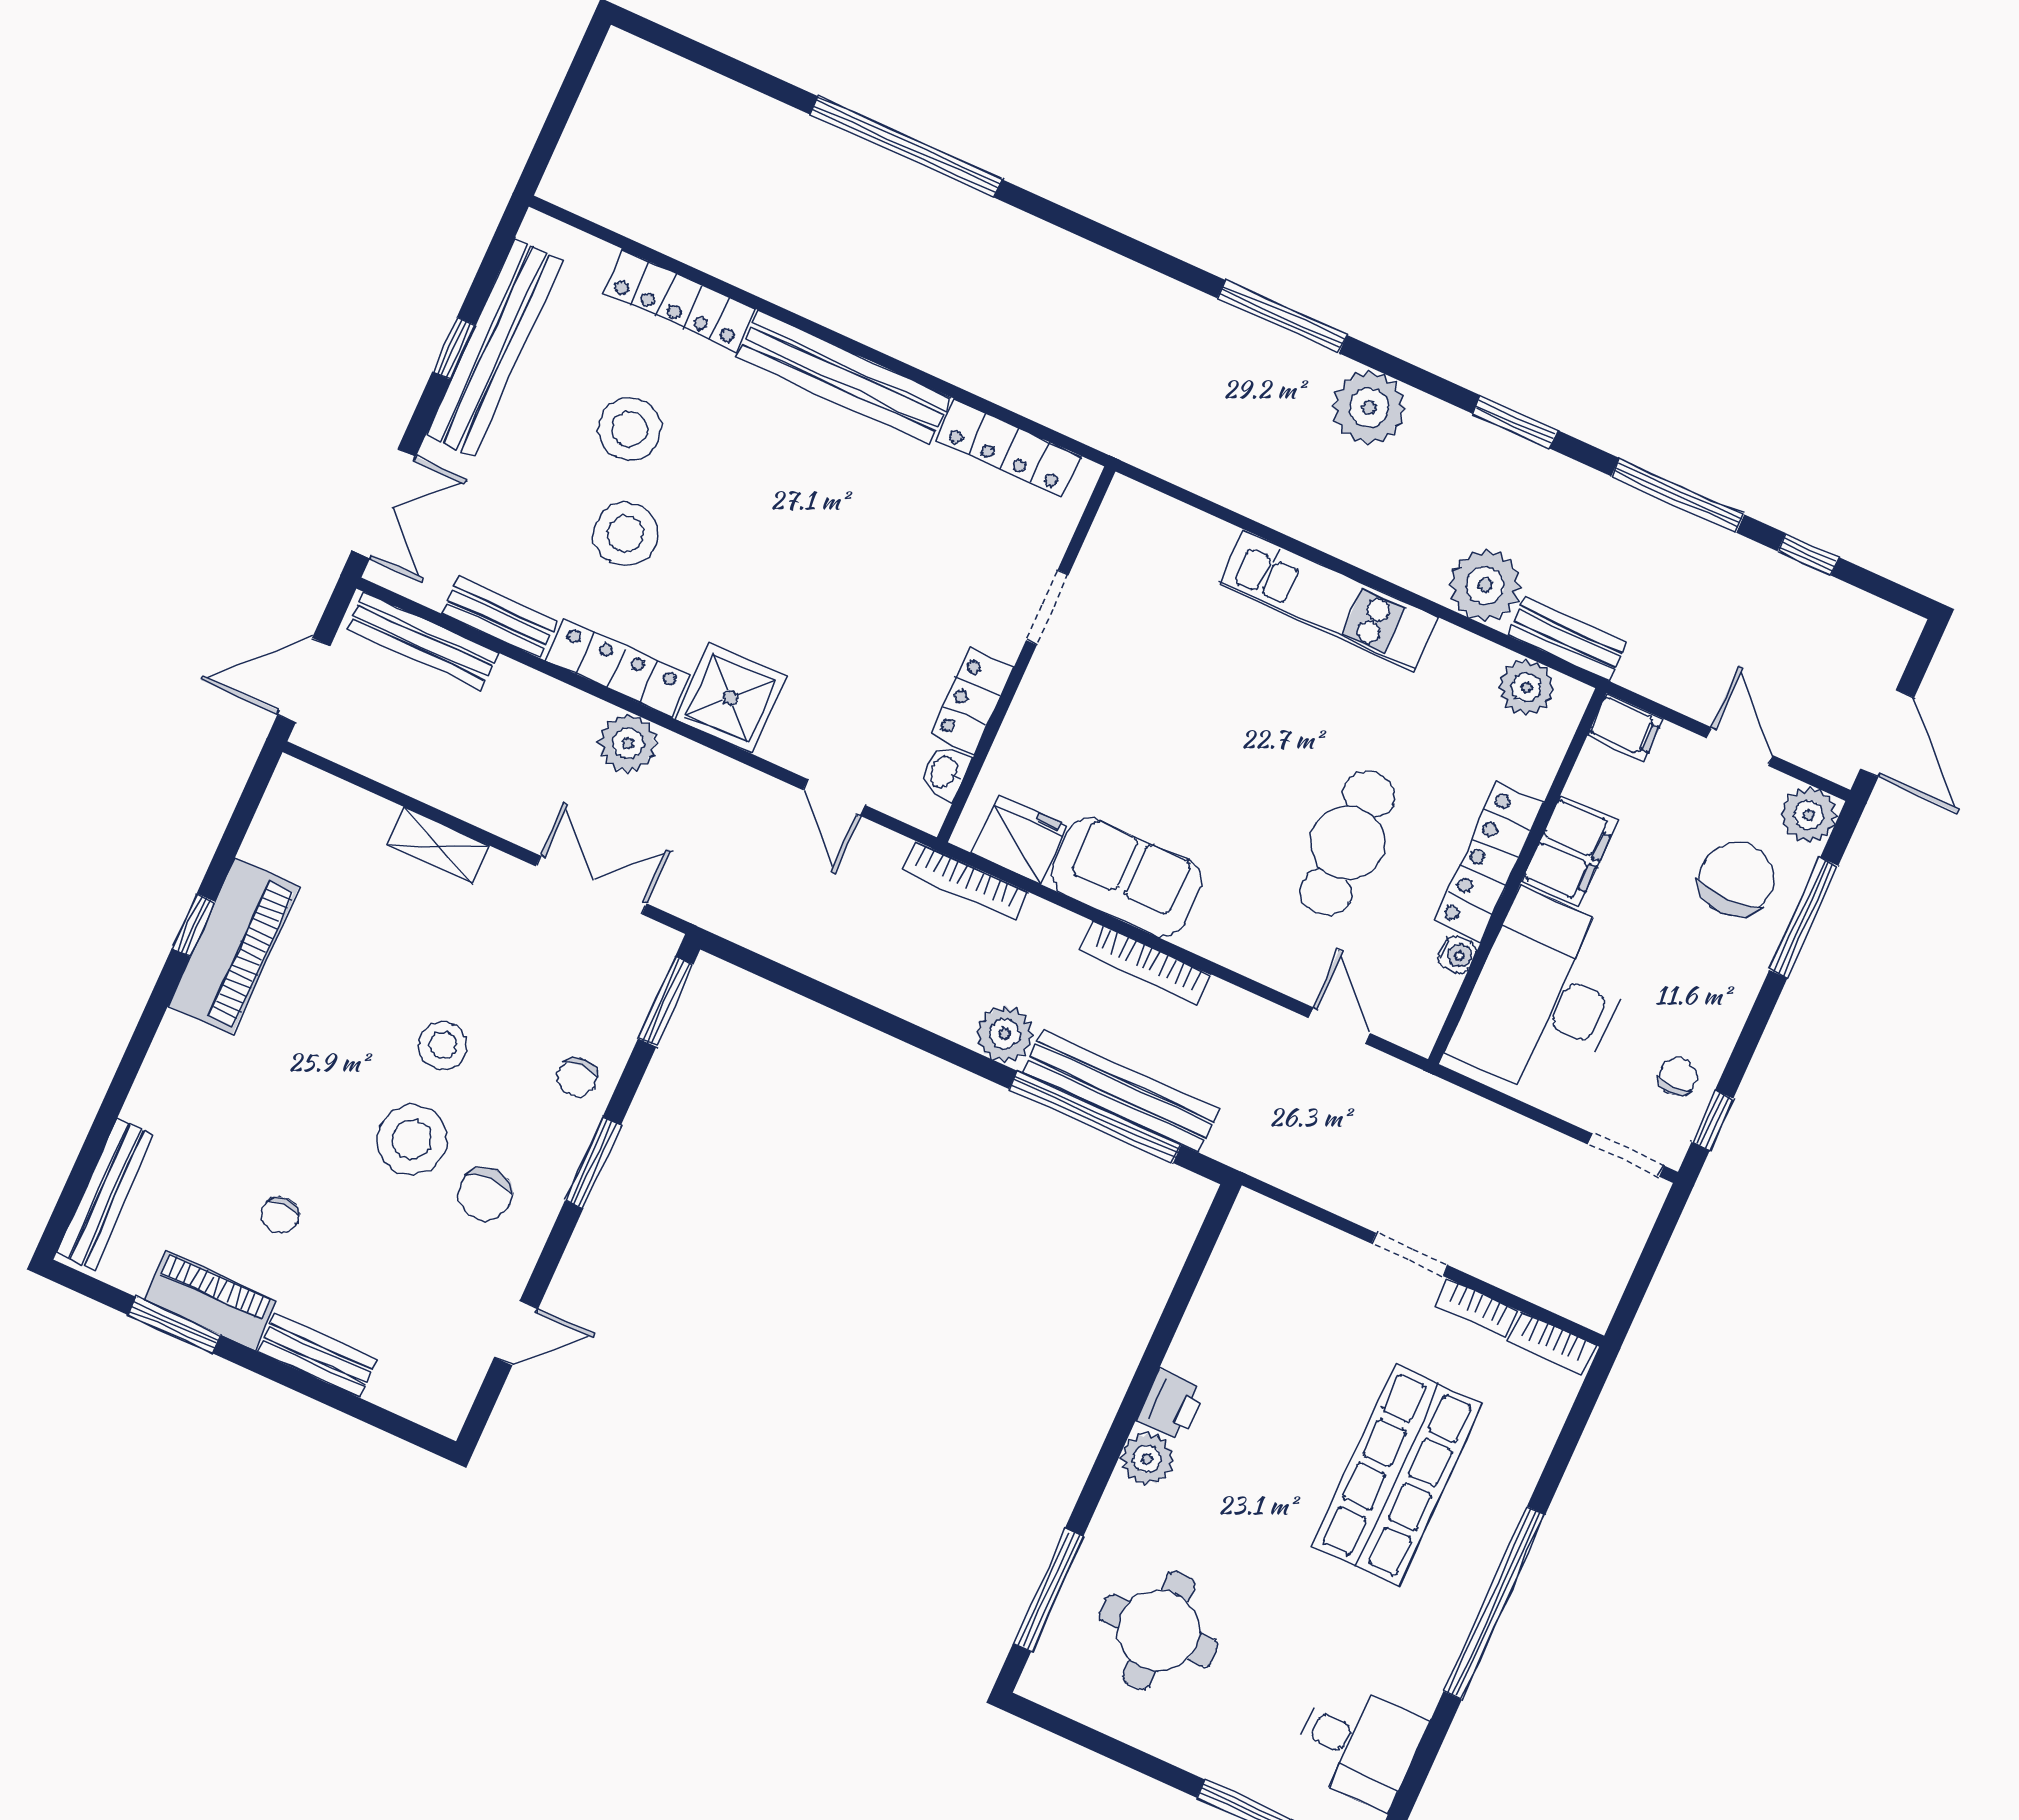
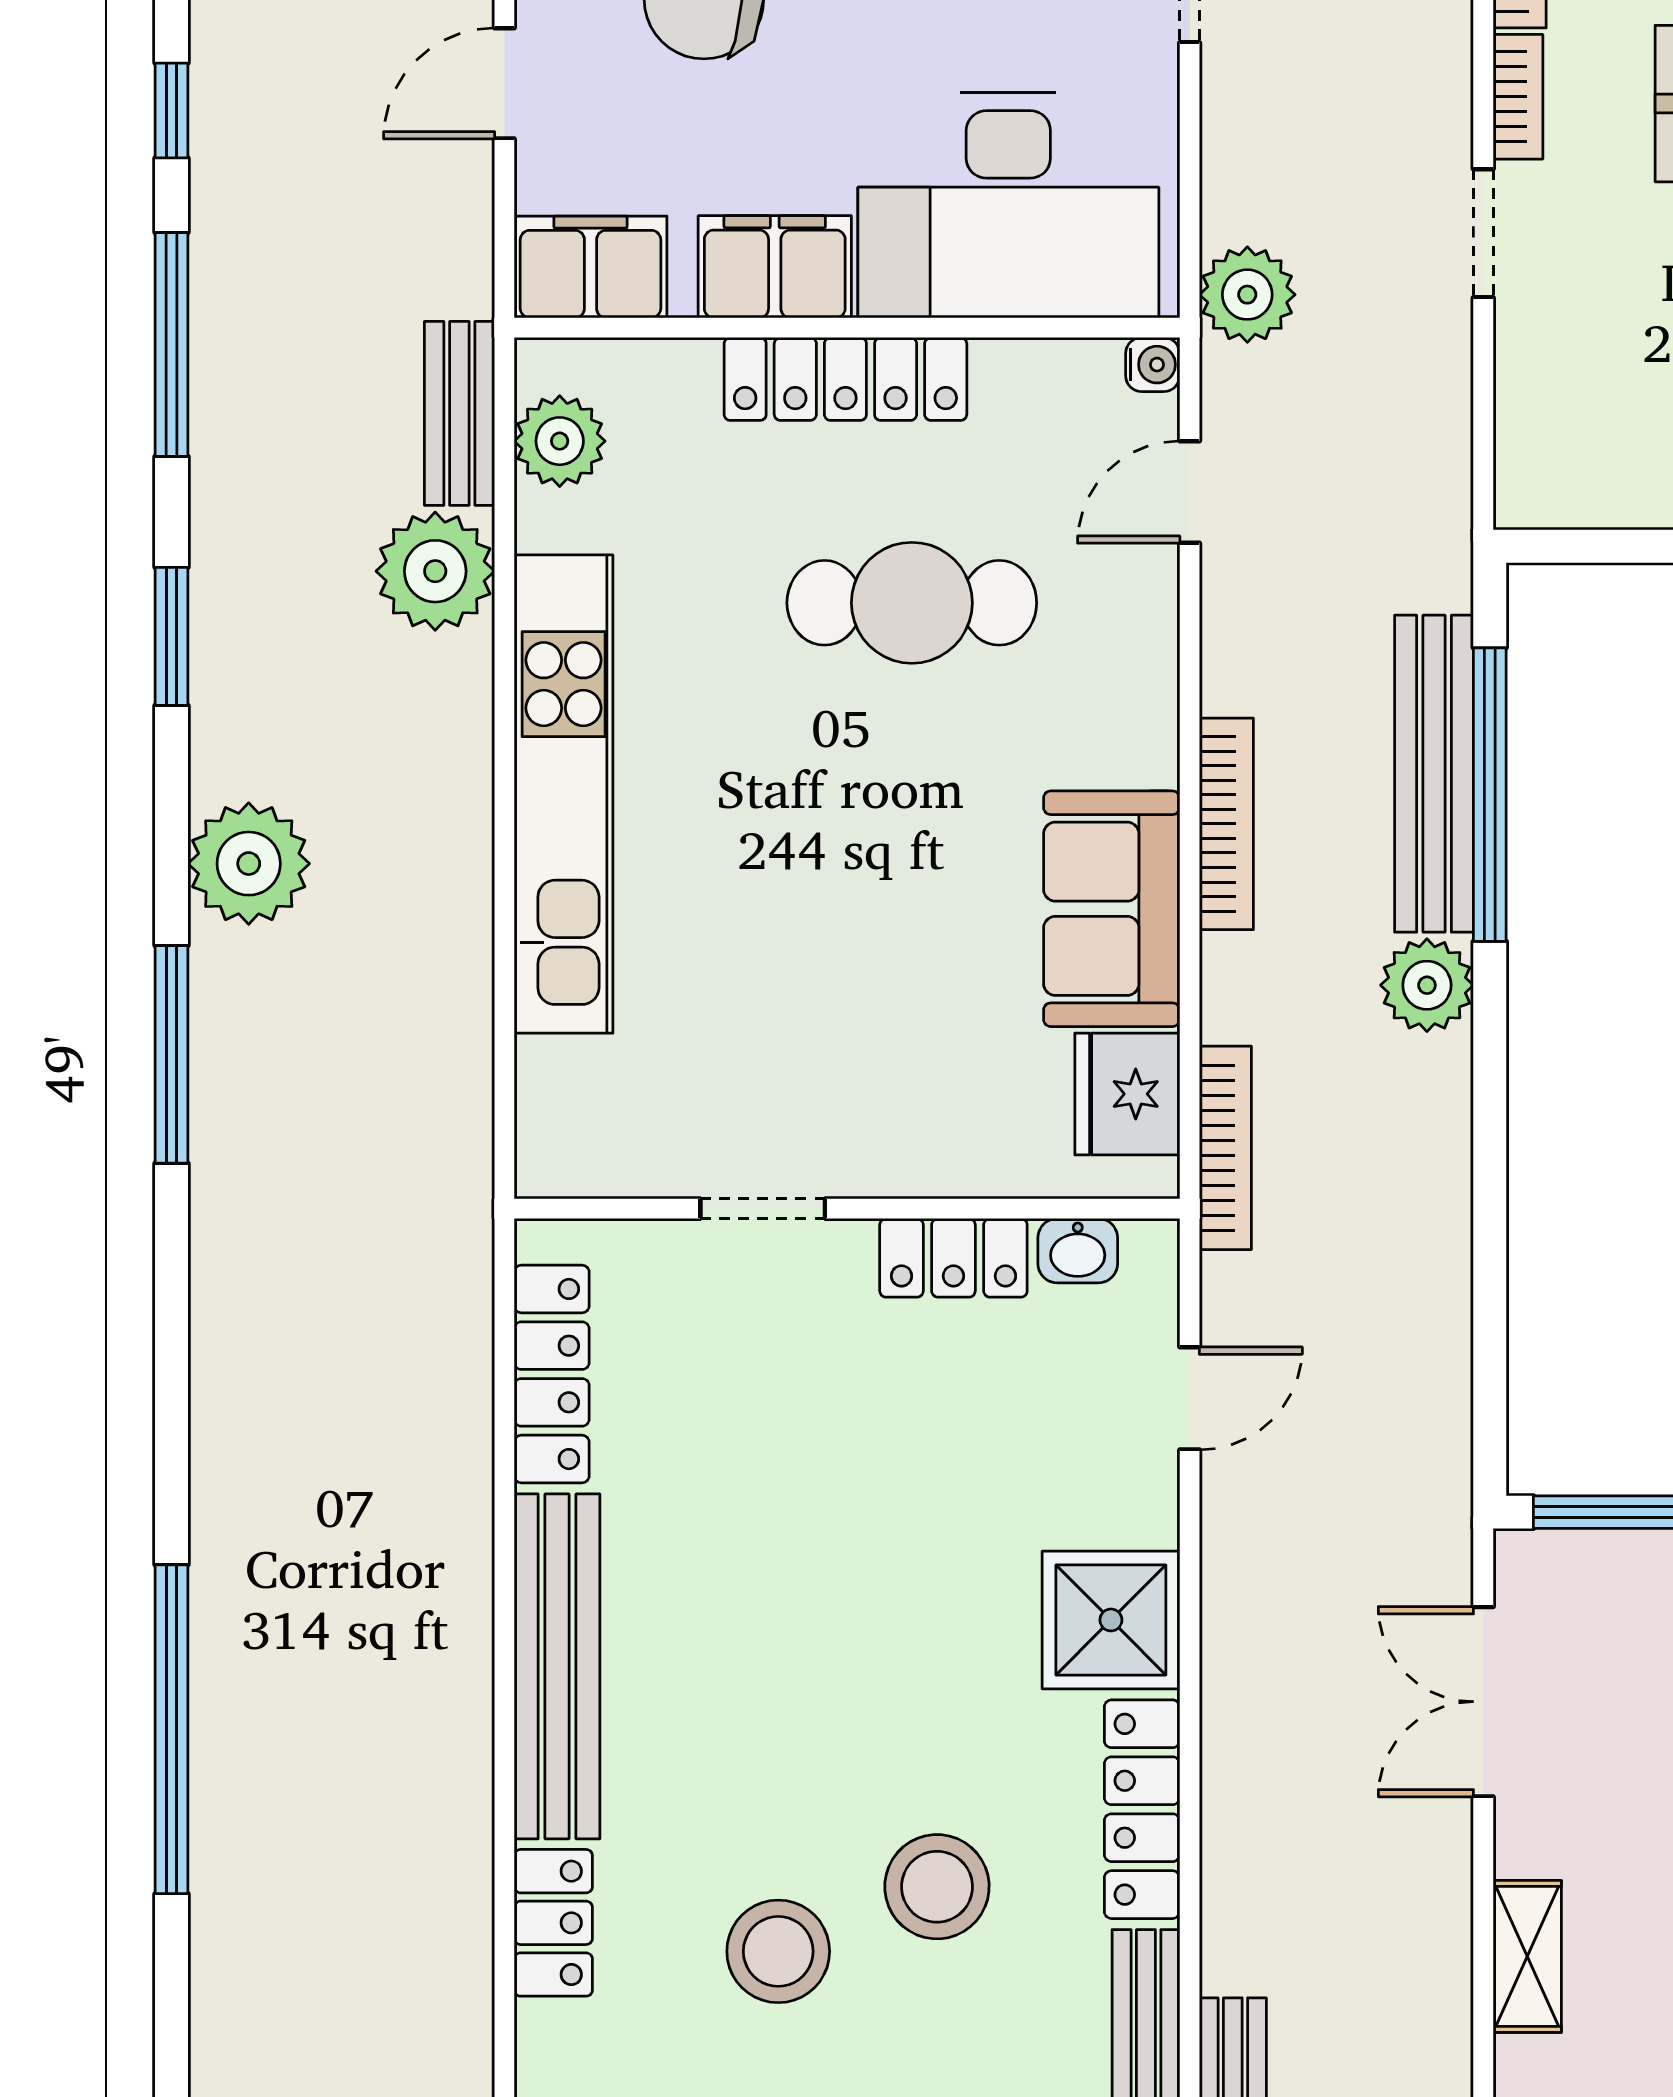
locker: (679, 301) -> (553, 1923), width x0.66
kitchen unit: (1329, 601) -> (564, 794), width x1.36
filing cabinet: (1625, 727) -> (591, 267), width x2.00
plant: (628, 743) -> (1247, 295), moved
water cooler: (1457, 955) -> (1153, 365), moved, turned 90

